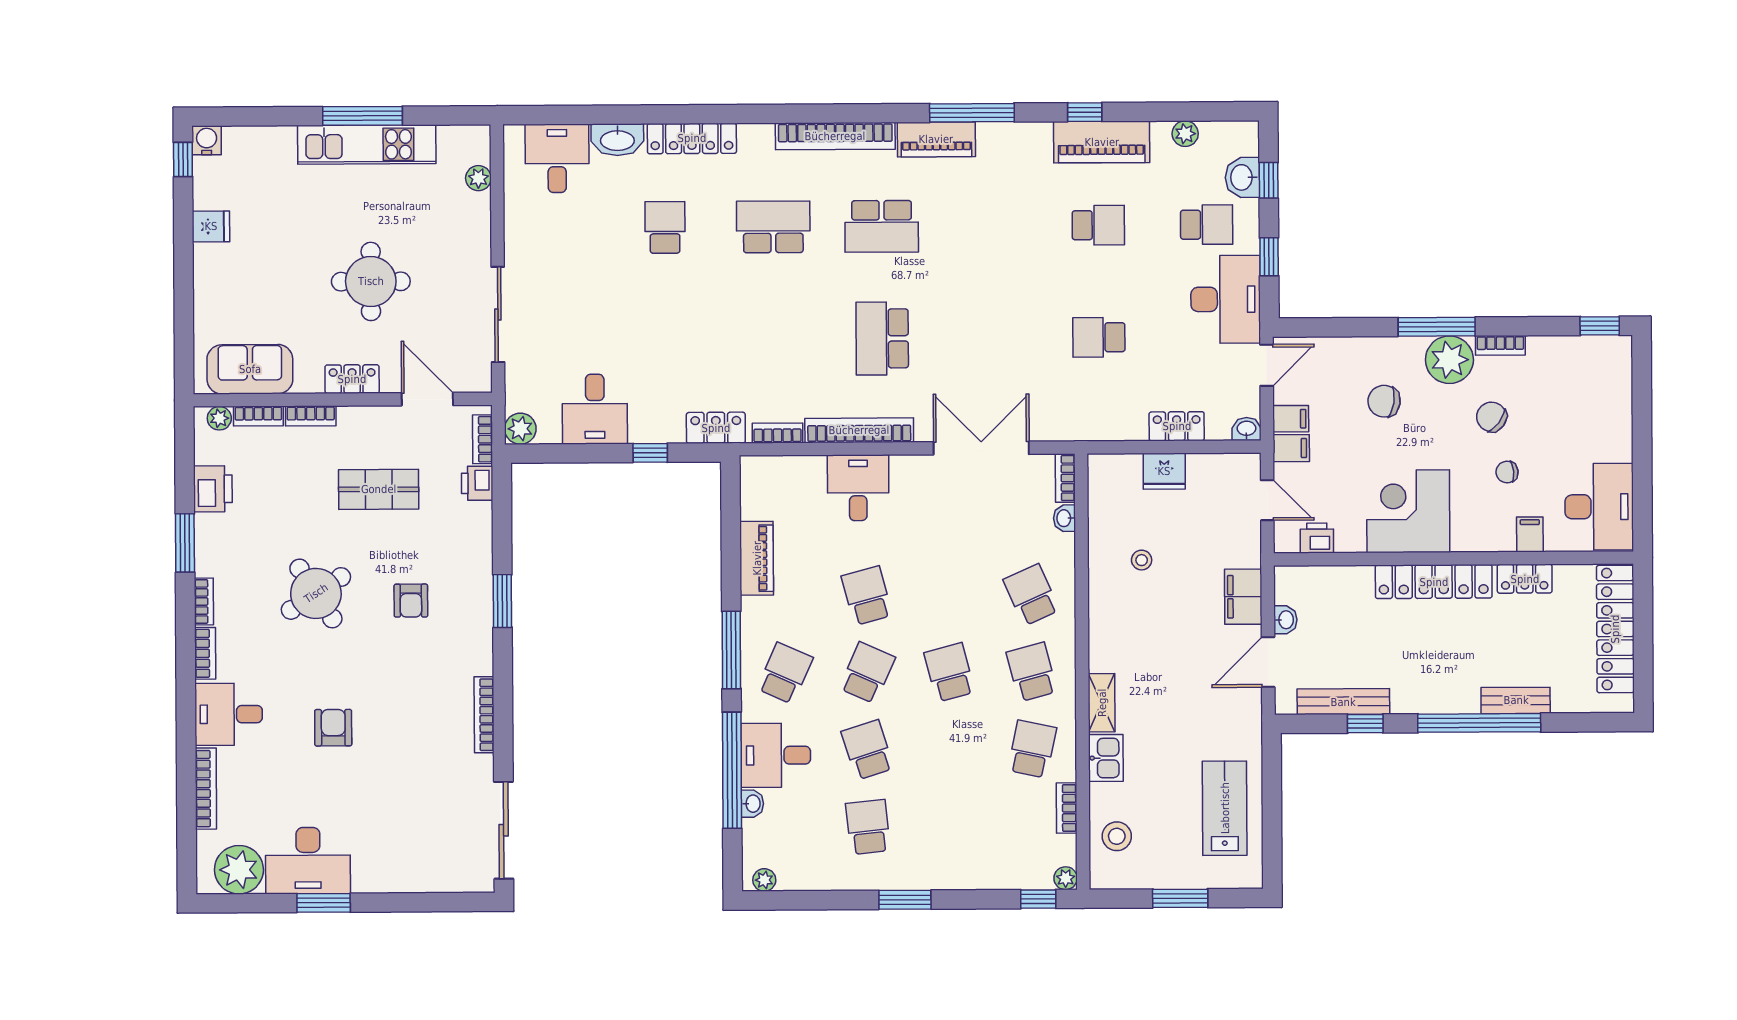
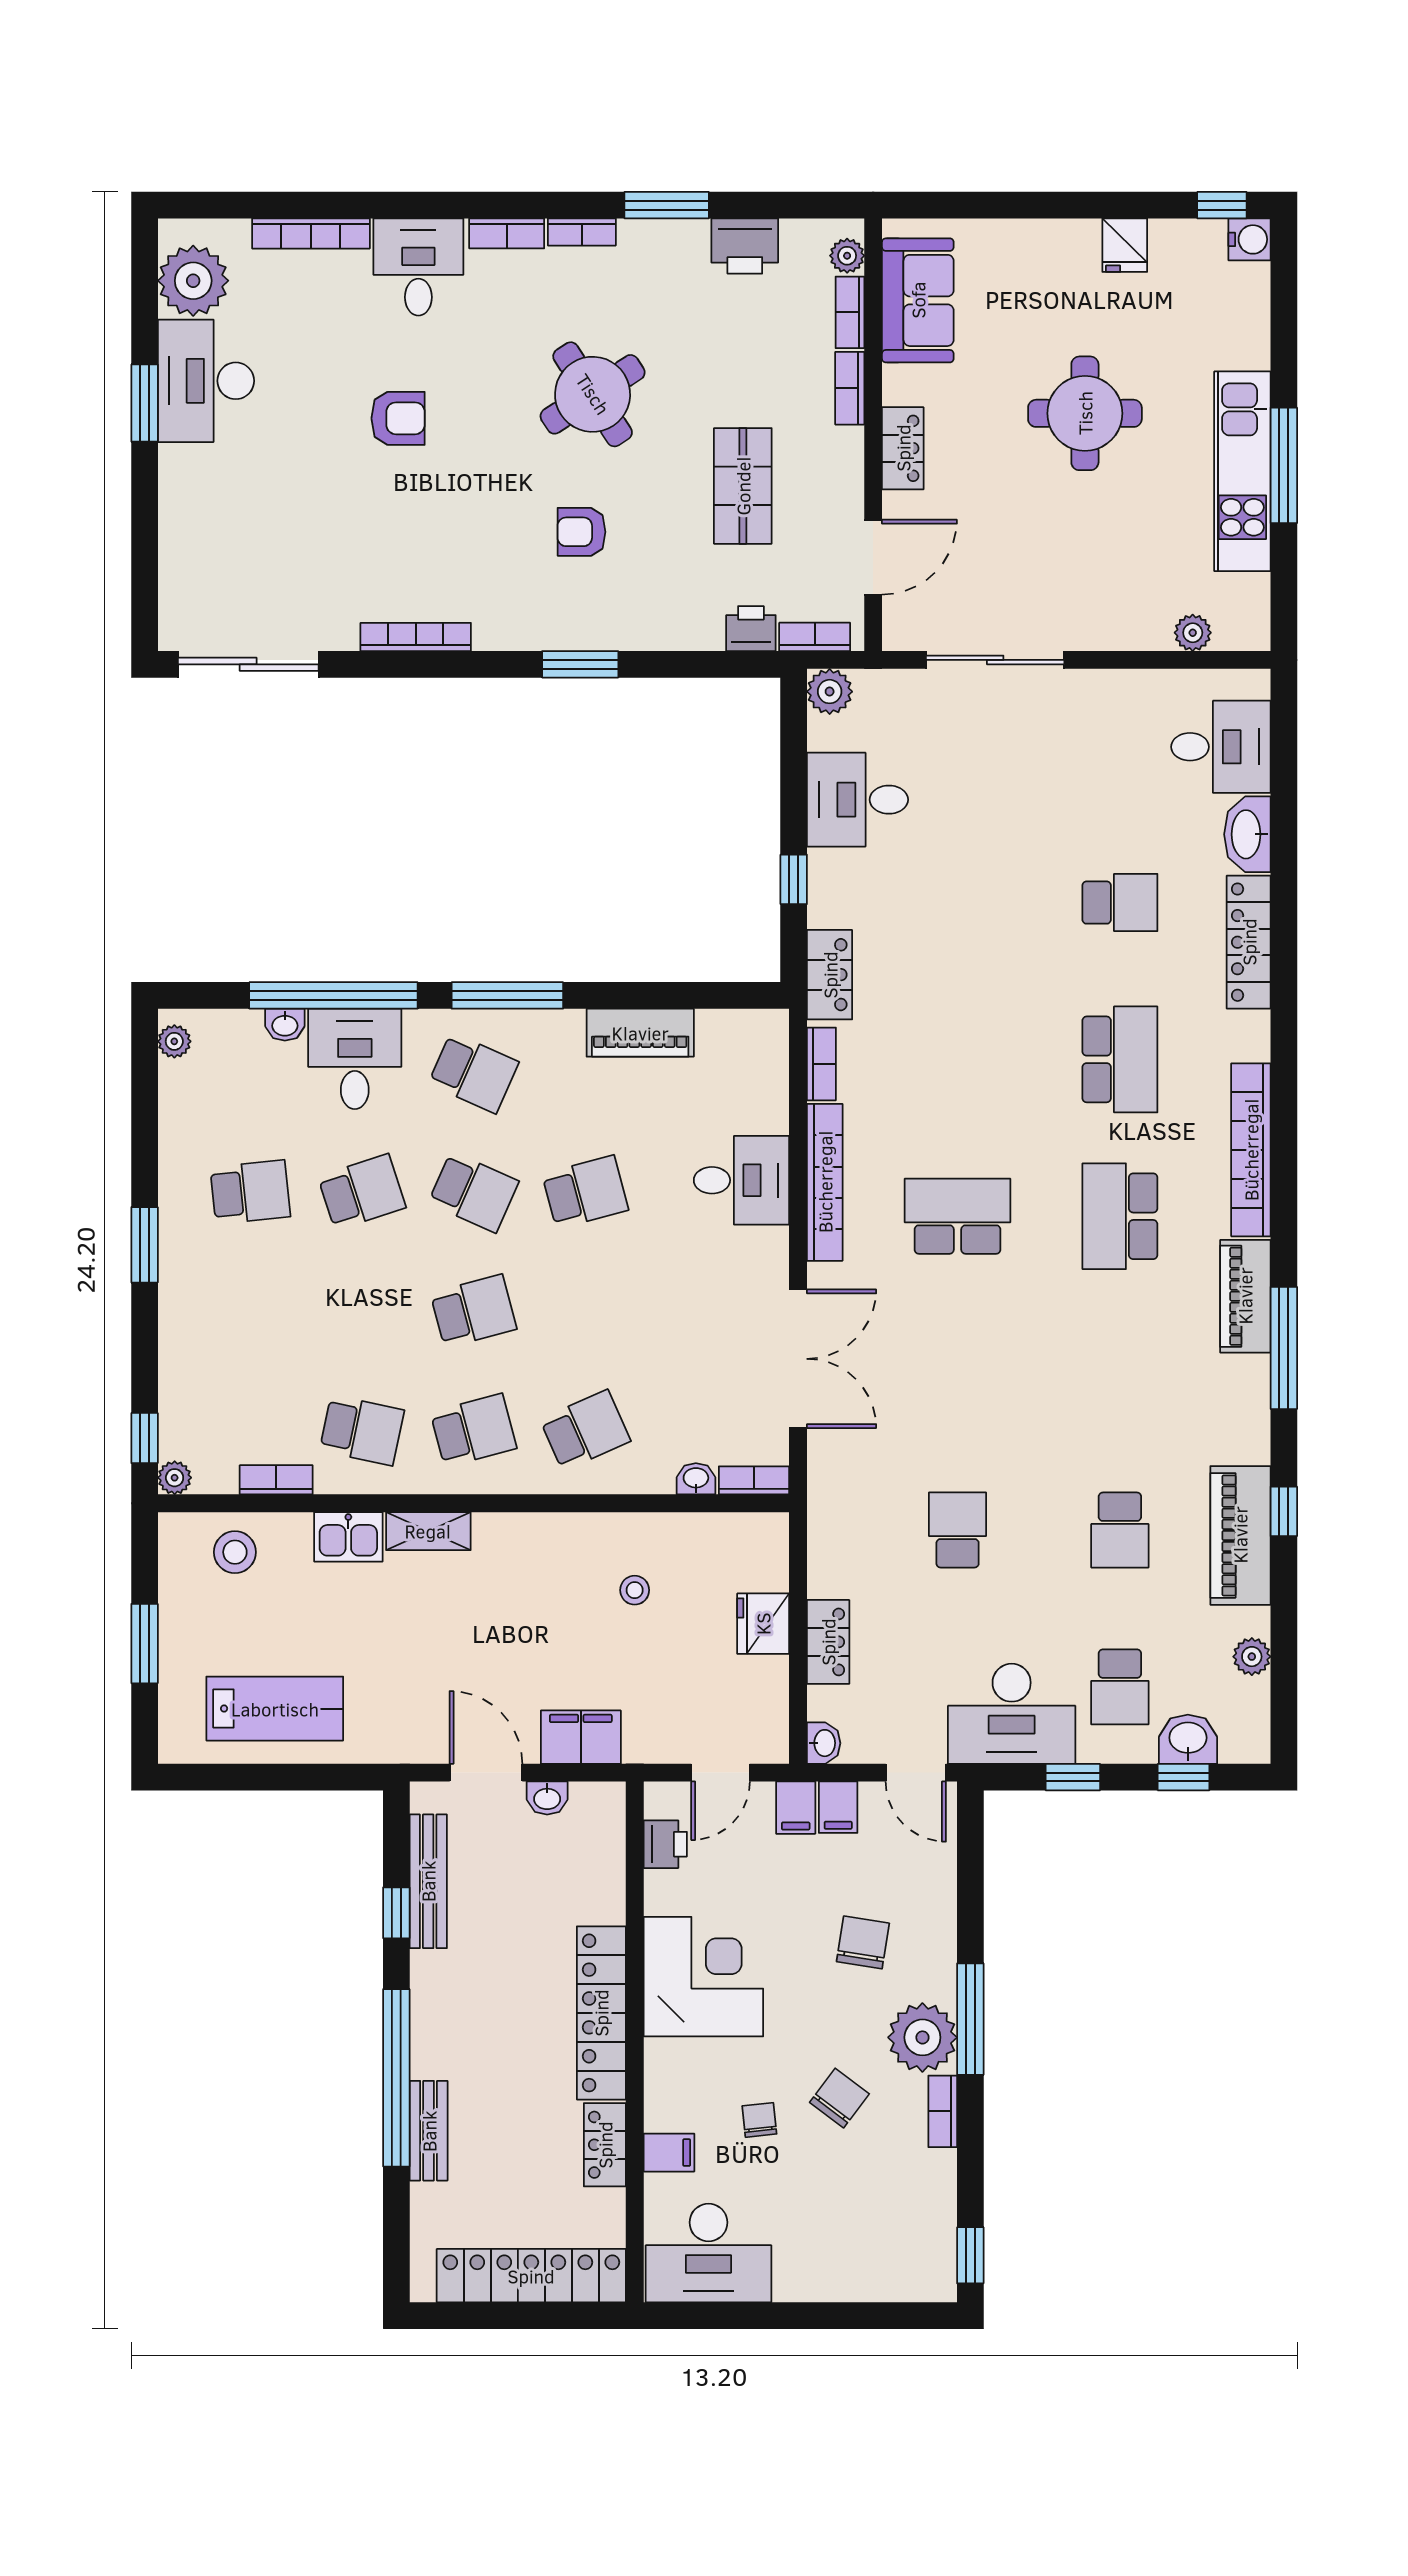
round table: (371, 281) -> (1085, 413), moved

